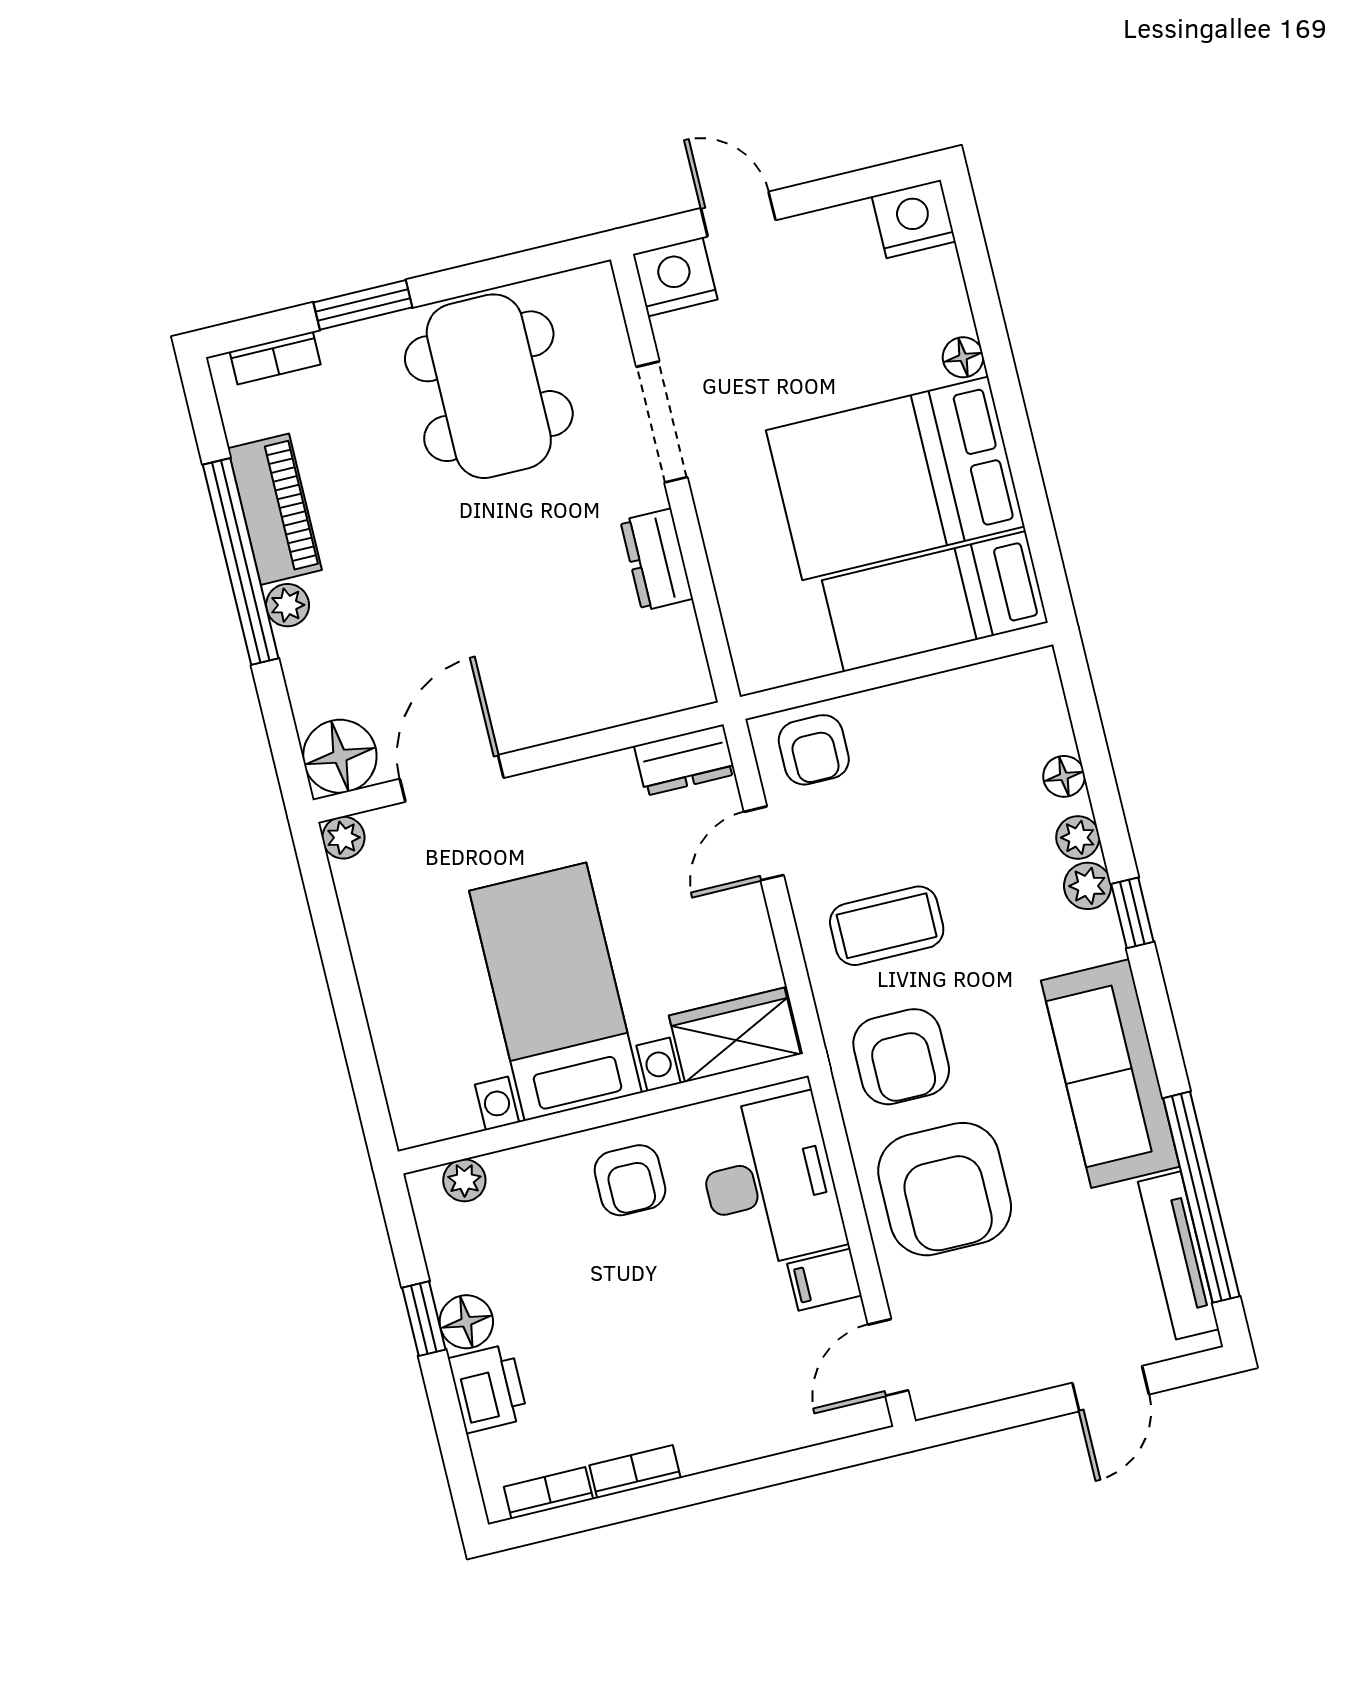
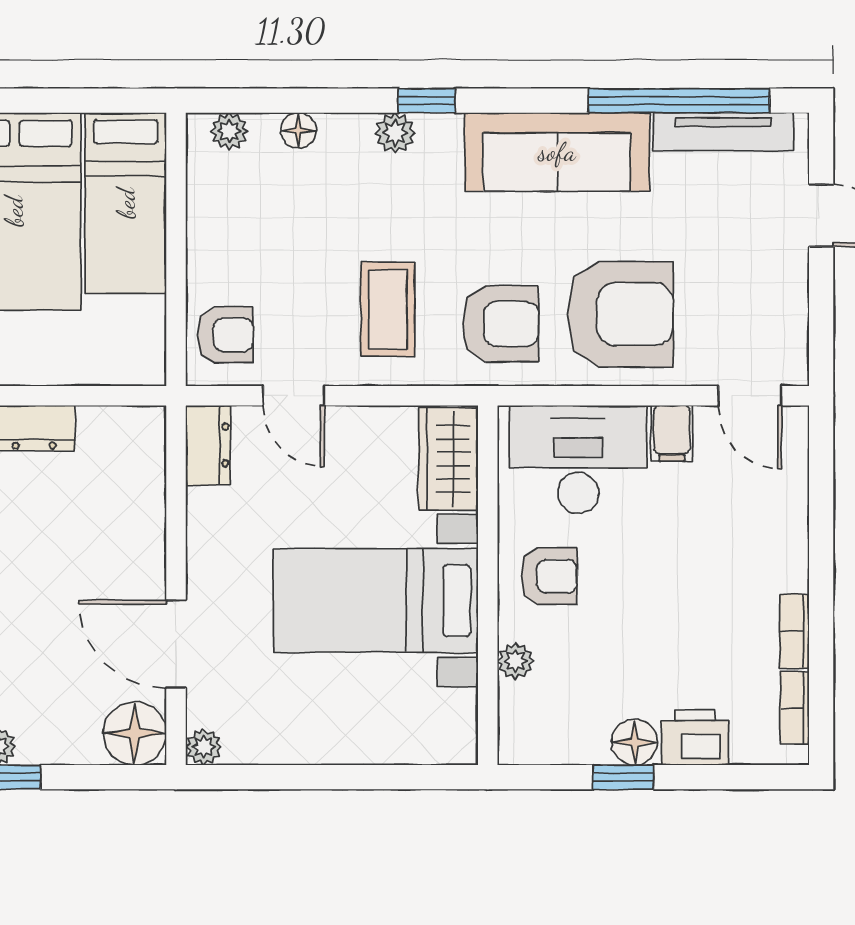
plant: (1078, 837) -> (229, 131), moved
plant: (464, 1180) -> (516, 661), moved

